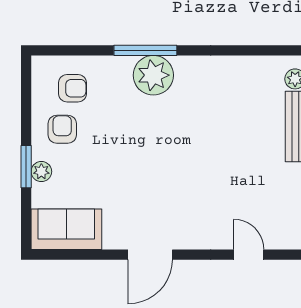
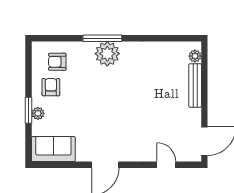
armchair: (73, 88) -> (57, 62), turned 180

